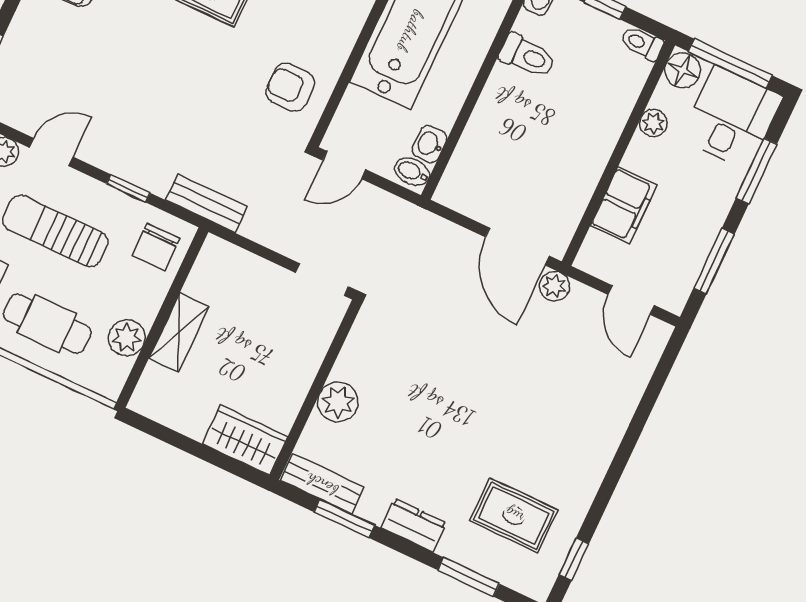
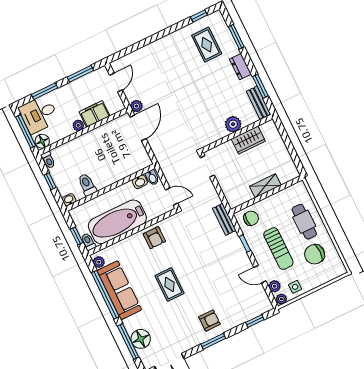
armchair: (290, 87) -> (154, 238), moved
plant: (654, 123) -> (78, 125), moved
plant: (127, 338) -> (283, 197), removed
wardrobe: (245, 440) -> (248, 140), moved, turned -90

